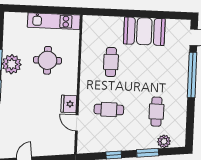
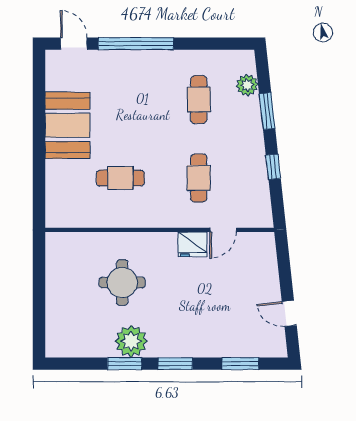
kitchen unit: (54, 21) -> (57, 275), removed
cafe table: (156, 112) -> (199, 100), turned 90

